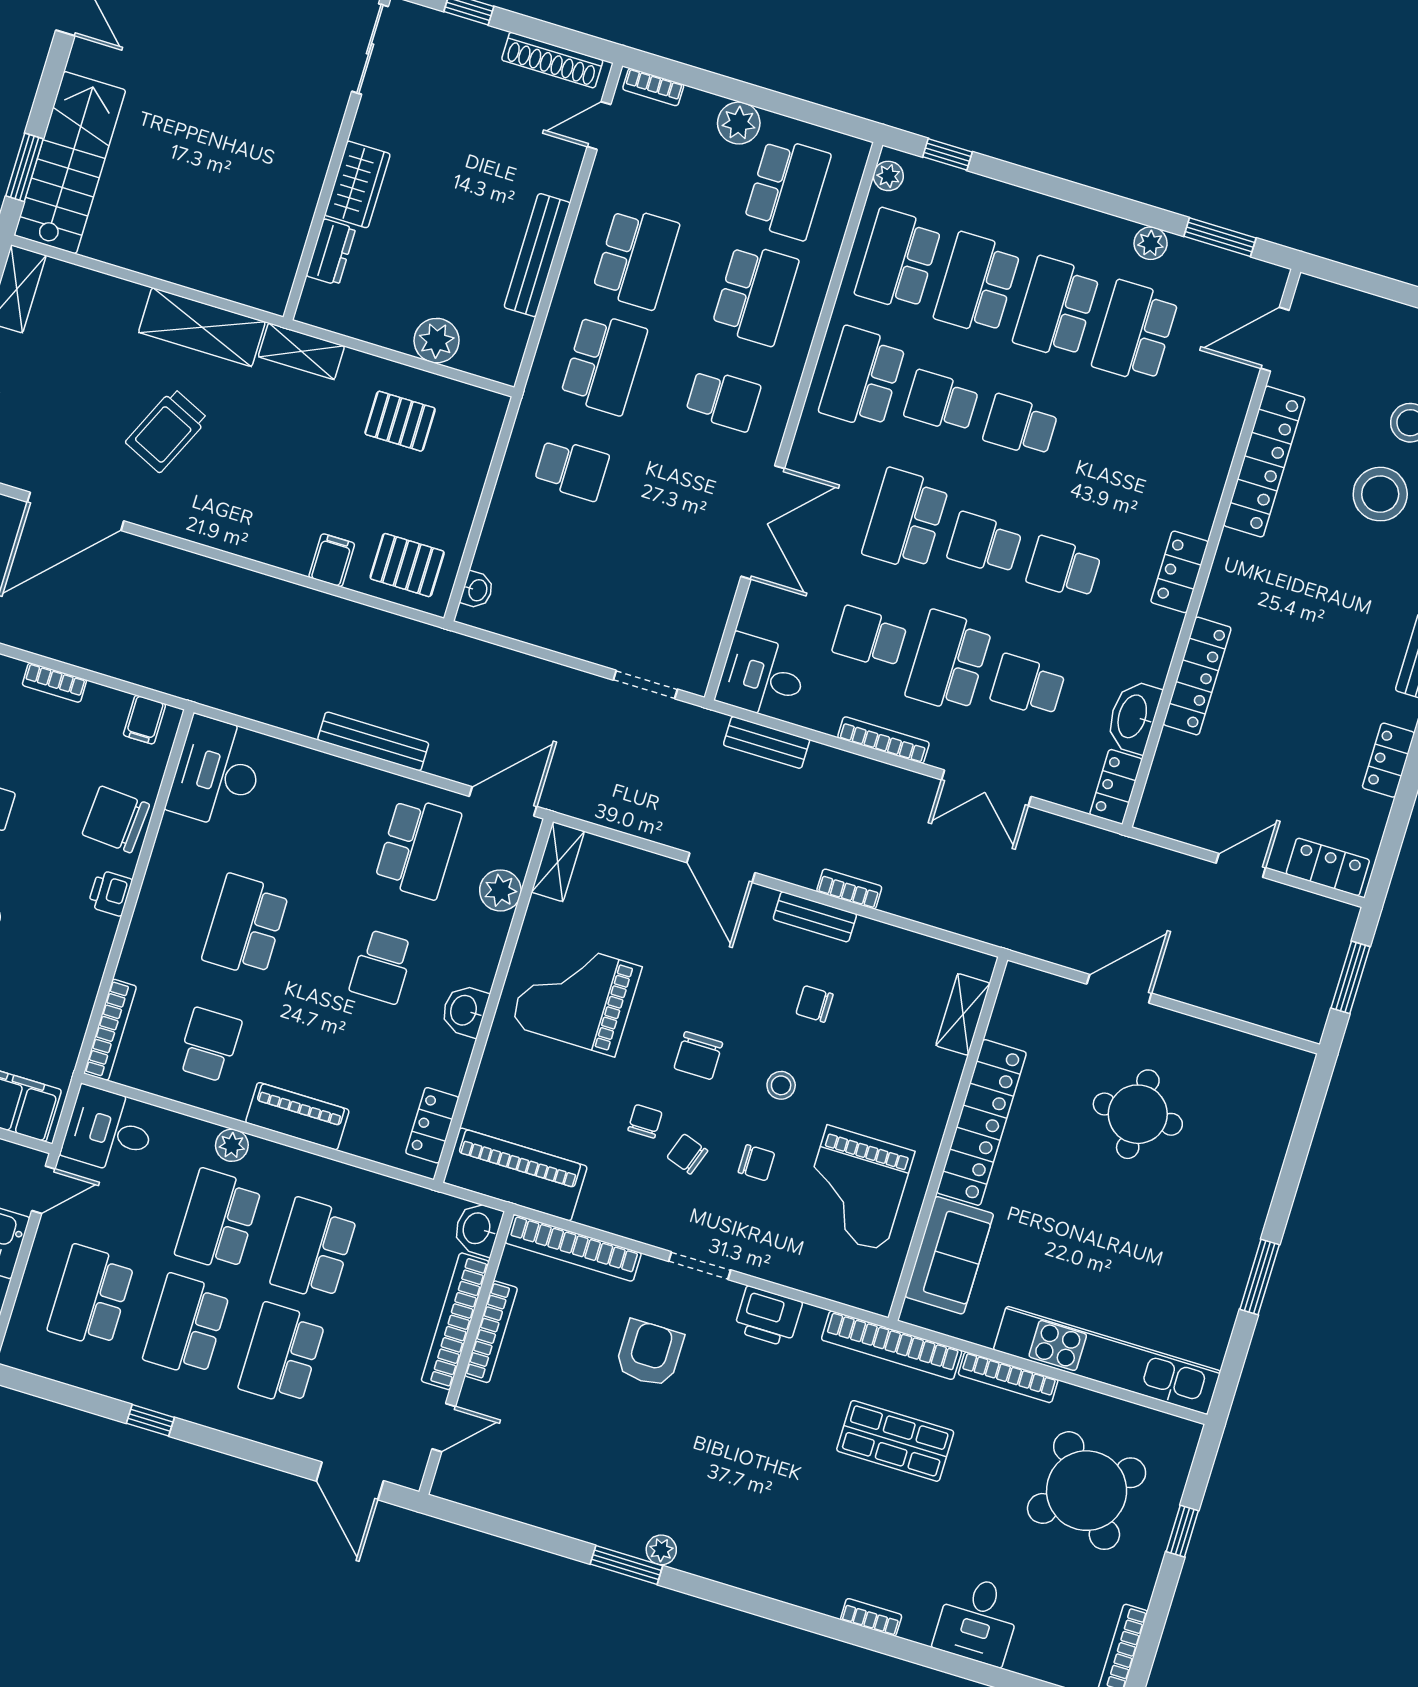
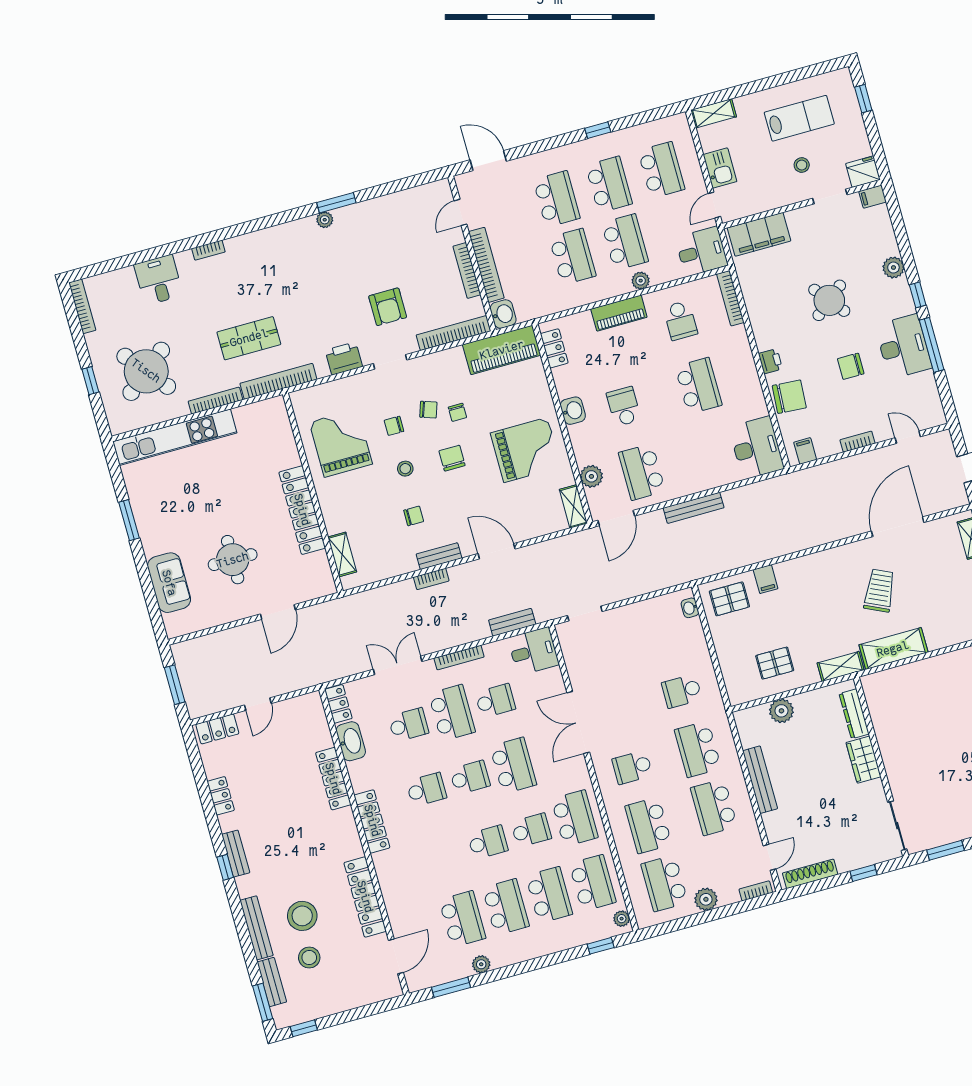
dresser: (331, 252) -> (854, 714), width x1.44
locker: (1180, 572) -> (372, 821), width x1.53
sofa: (949, 1255) -> (169, 583), moved, turned 180

